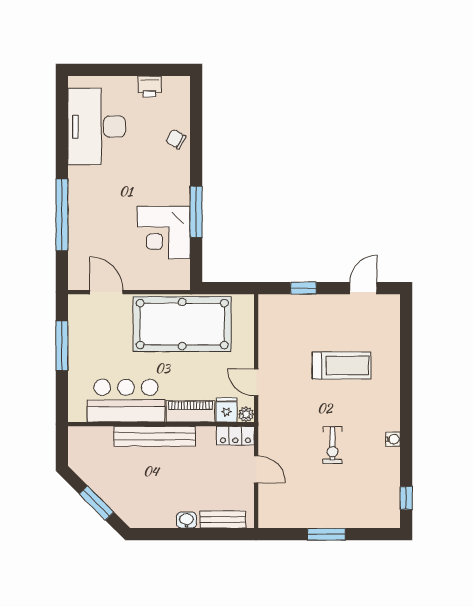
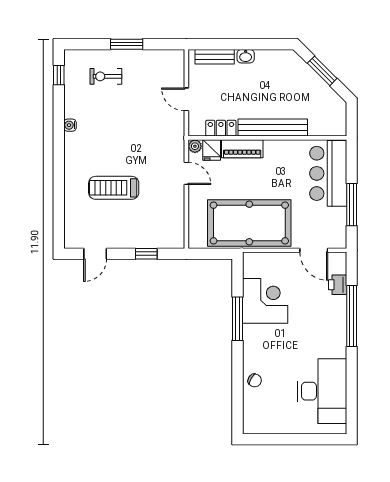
printer: (150, 86) -> (338, 285), moved, turned -90
bar counter: (126, 401) -> (328, 173), moved, turned 90
locker: (235, 436) -> (221, 128), moved
exercise bike: (332, 445) -> (106, 76), moved, turned -90

